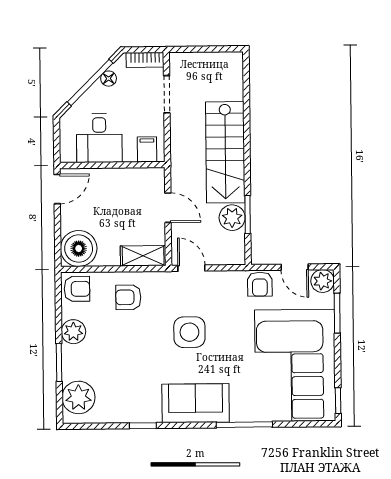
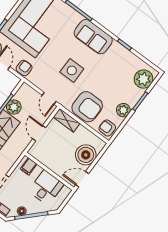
boiler: (79, 249) -> (86, 155), moved
armchair: (128, 297) -> (87, 107), width x1.88, depth x1.88

